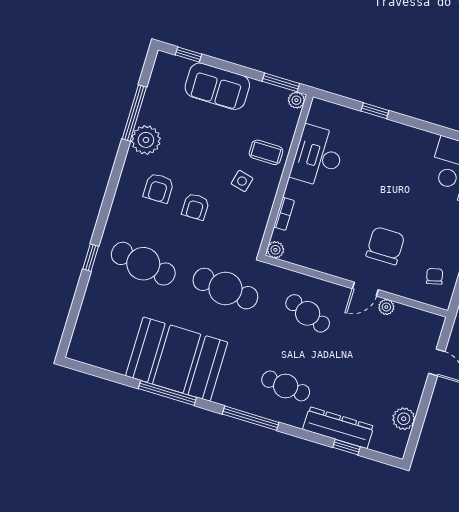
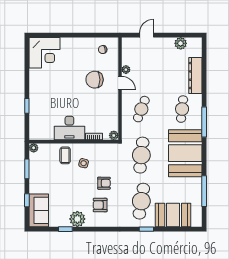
window: (189, 54) -> (27, 200), moved
window: (281, 82) -> (27, 169), moved
sofa: (217, 86) -> (39, 210), moved
window: (134, 113) -> (65, 229), width x0.46
desk: (318, 156) -> (69, 128), moved
armchair: (159, 188) -> (100, 205), turned 180
booth: (101, 313) -> (173, 215), added
booth: (177, 359) -> (185, 153), moved
window: (167, 393) -> (204, 191), moved
window: (347, 447) -> (204, 68), removed

